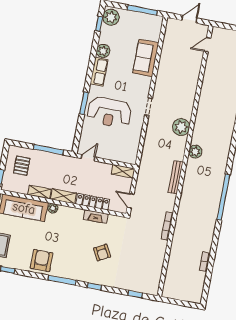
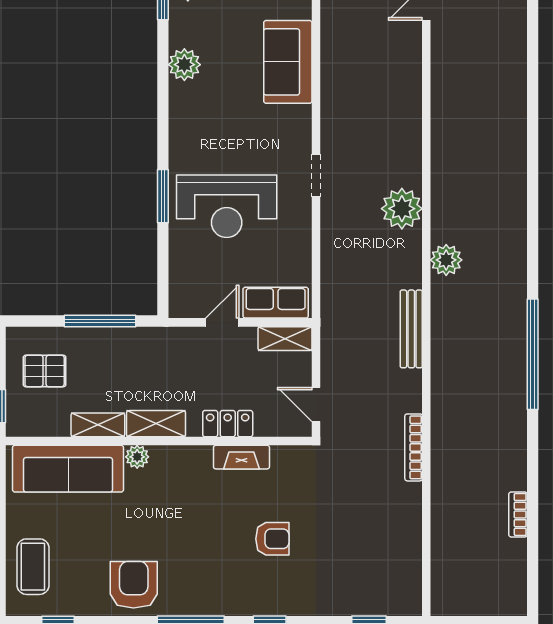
row of seats: (99, 72) -> (276, 303), moved, turned -90
door: (88, 158) -> (222, 322), moved
pallet: (22, 166) -> (45, 371), turned 90
locker: (93, 202) -> (228, 424), width x0.66
armchair: (102, 253) -> (272, 539), turned -61

